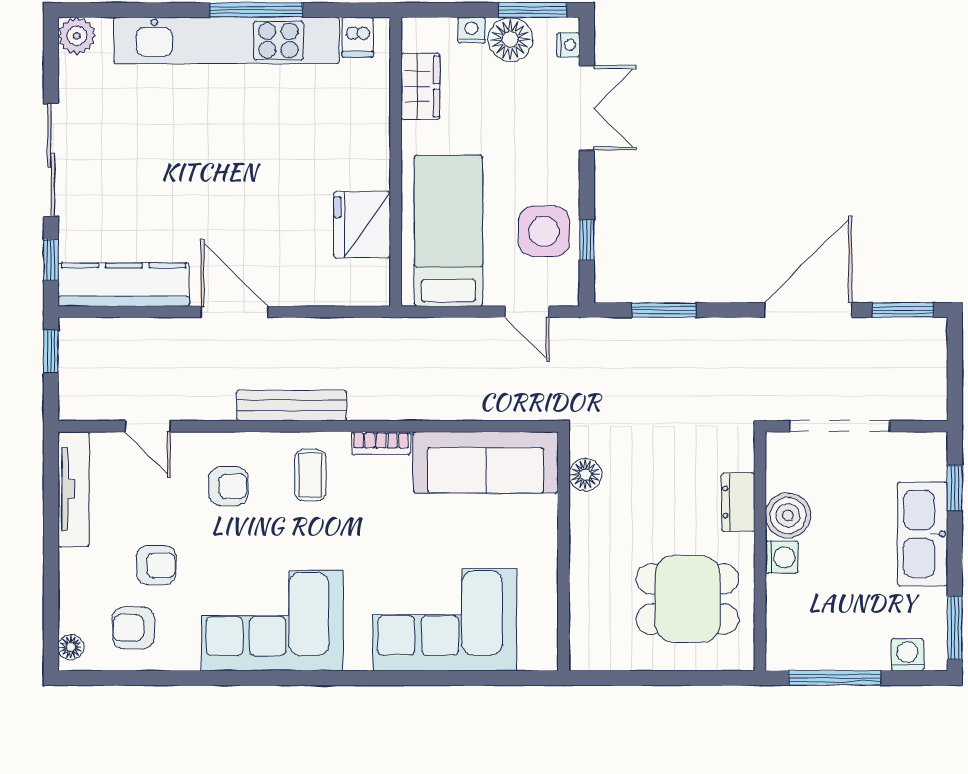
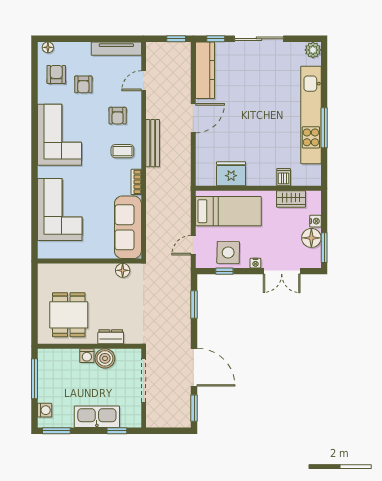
dishwasher: (358, 37) -> (284, 177), moved, turned 90
nightstand: (568, 45) -> (255, 263), moved

